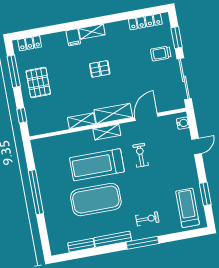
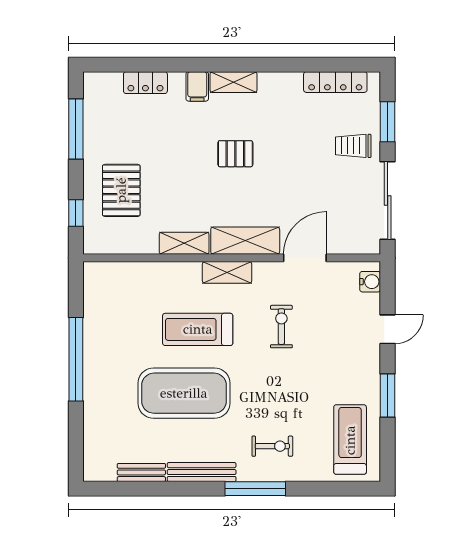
locker: (30, 43) -> (145, 83), moved
pallet: (38, 82) -> (121, 190), moved
treadmill: (97, 165) -> (198, 329), width x0.73, depth x0.73
window: (205, 194) -> (388, 395), moved

